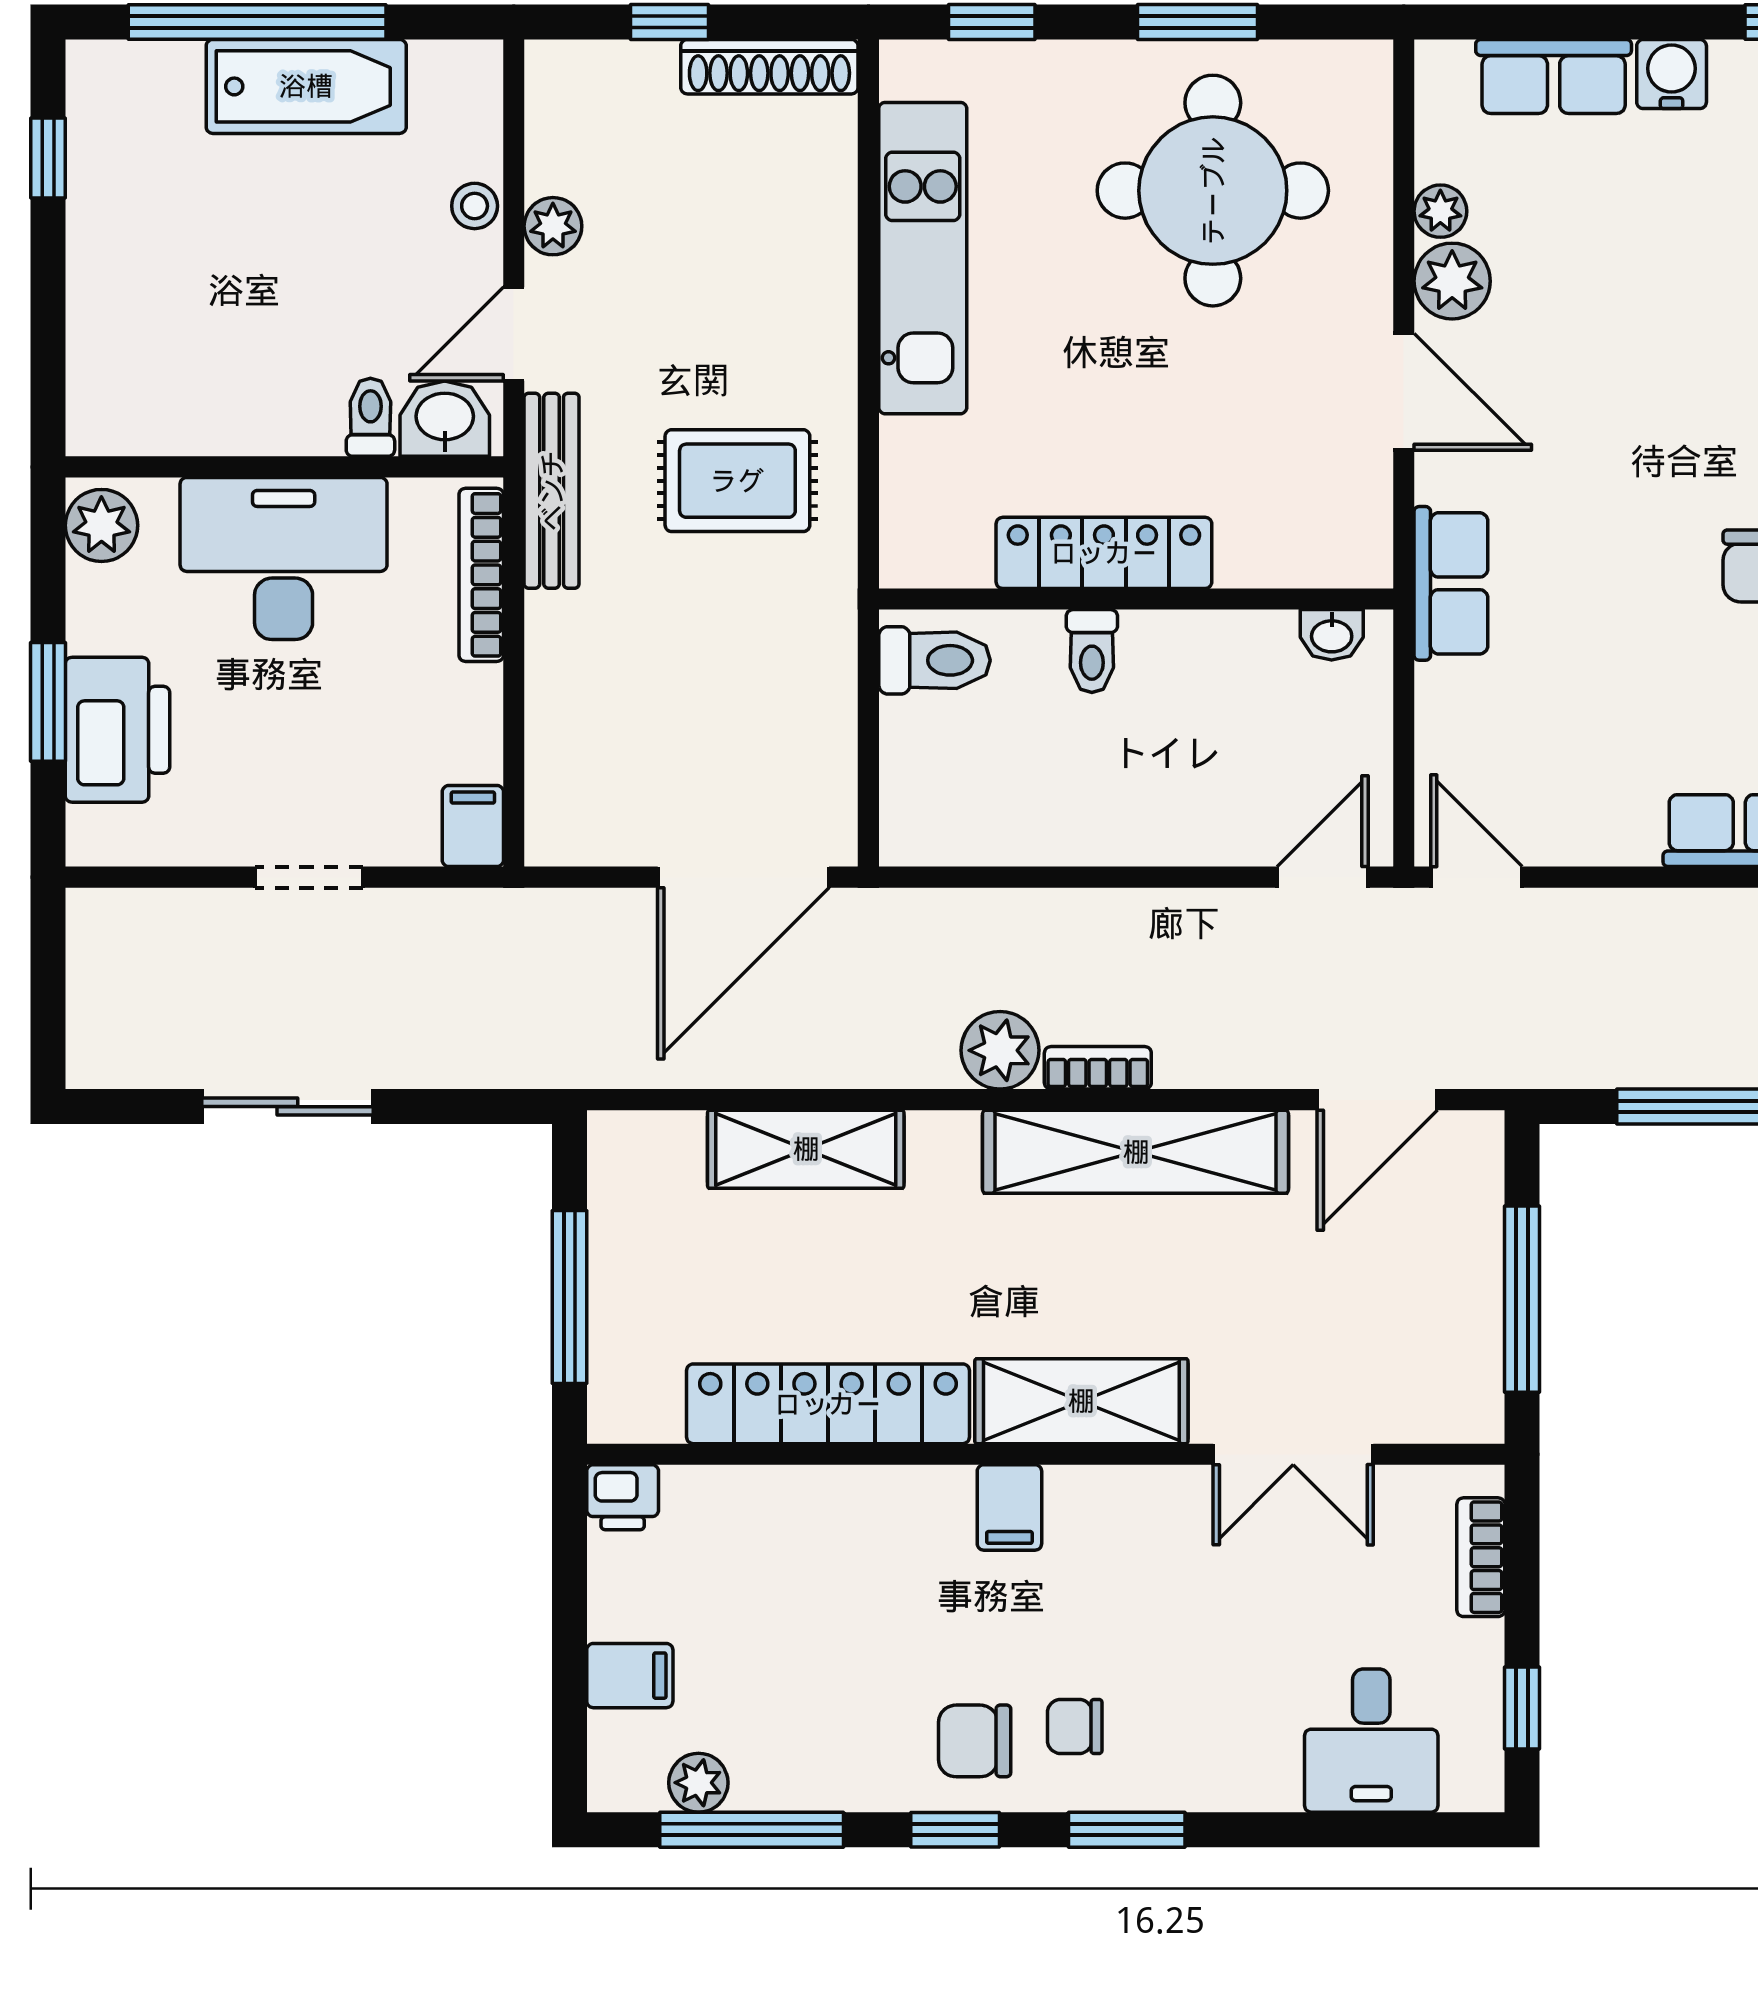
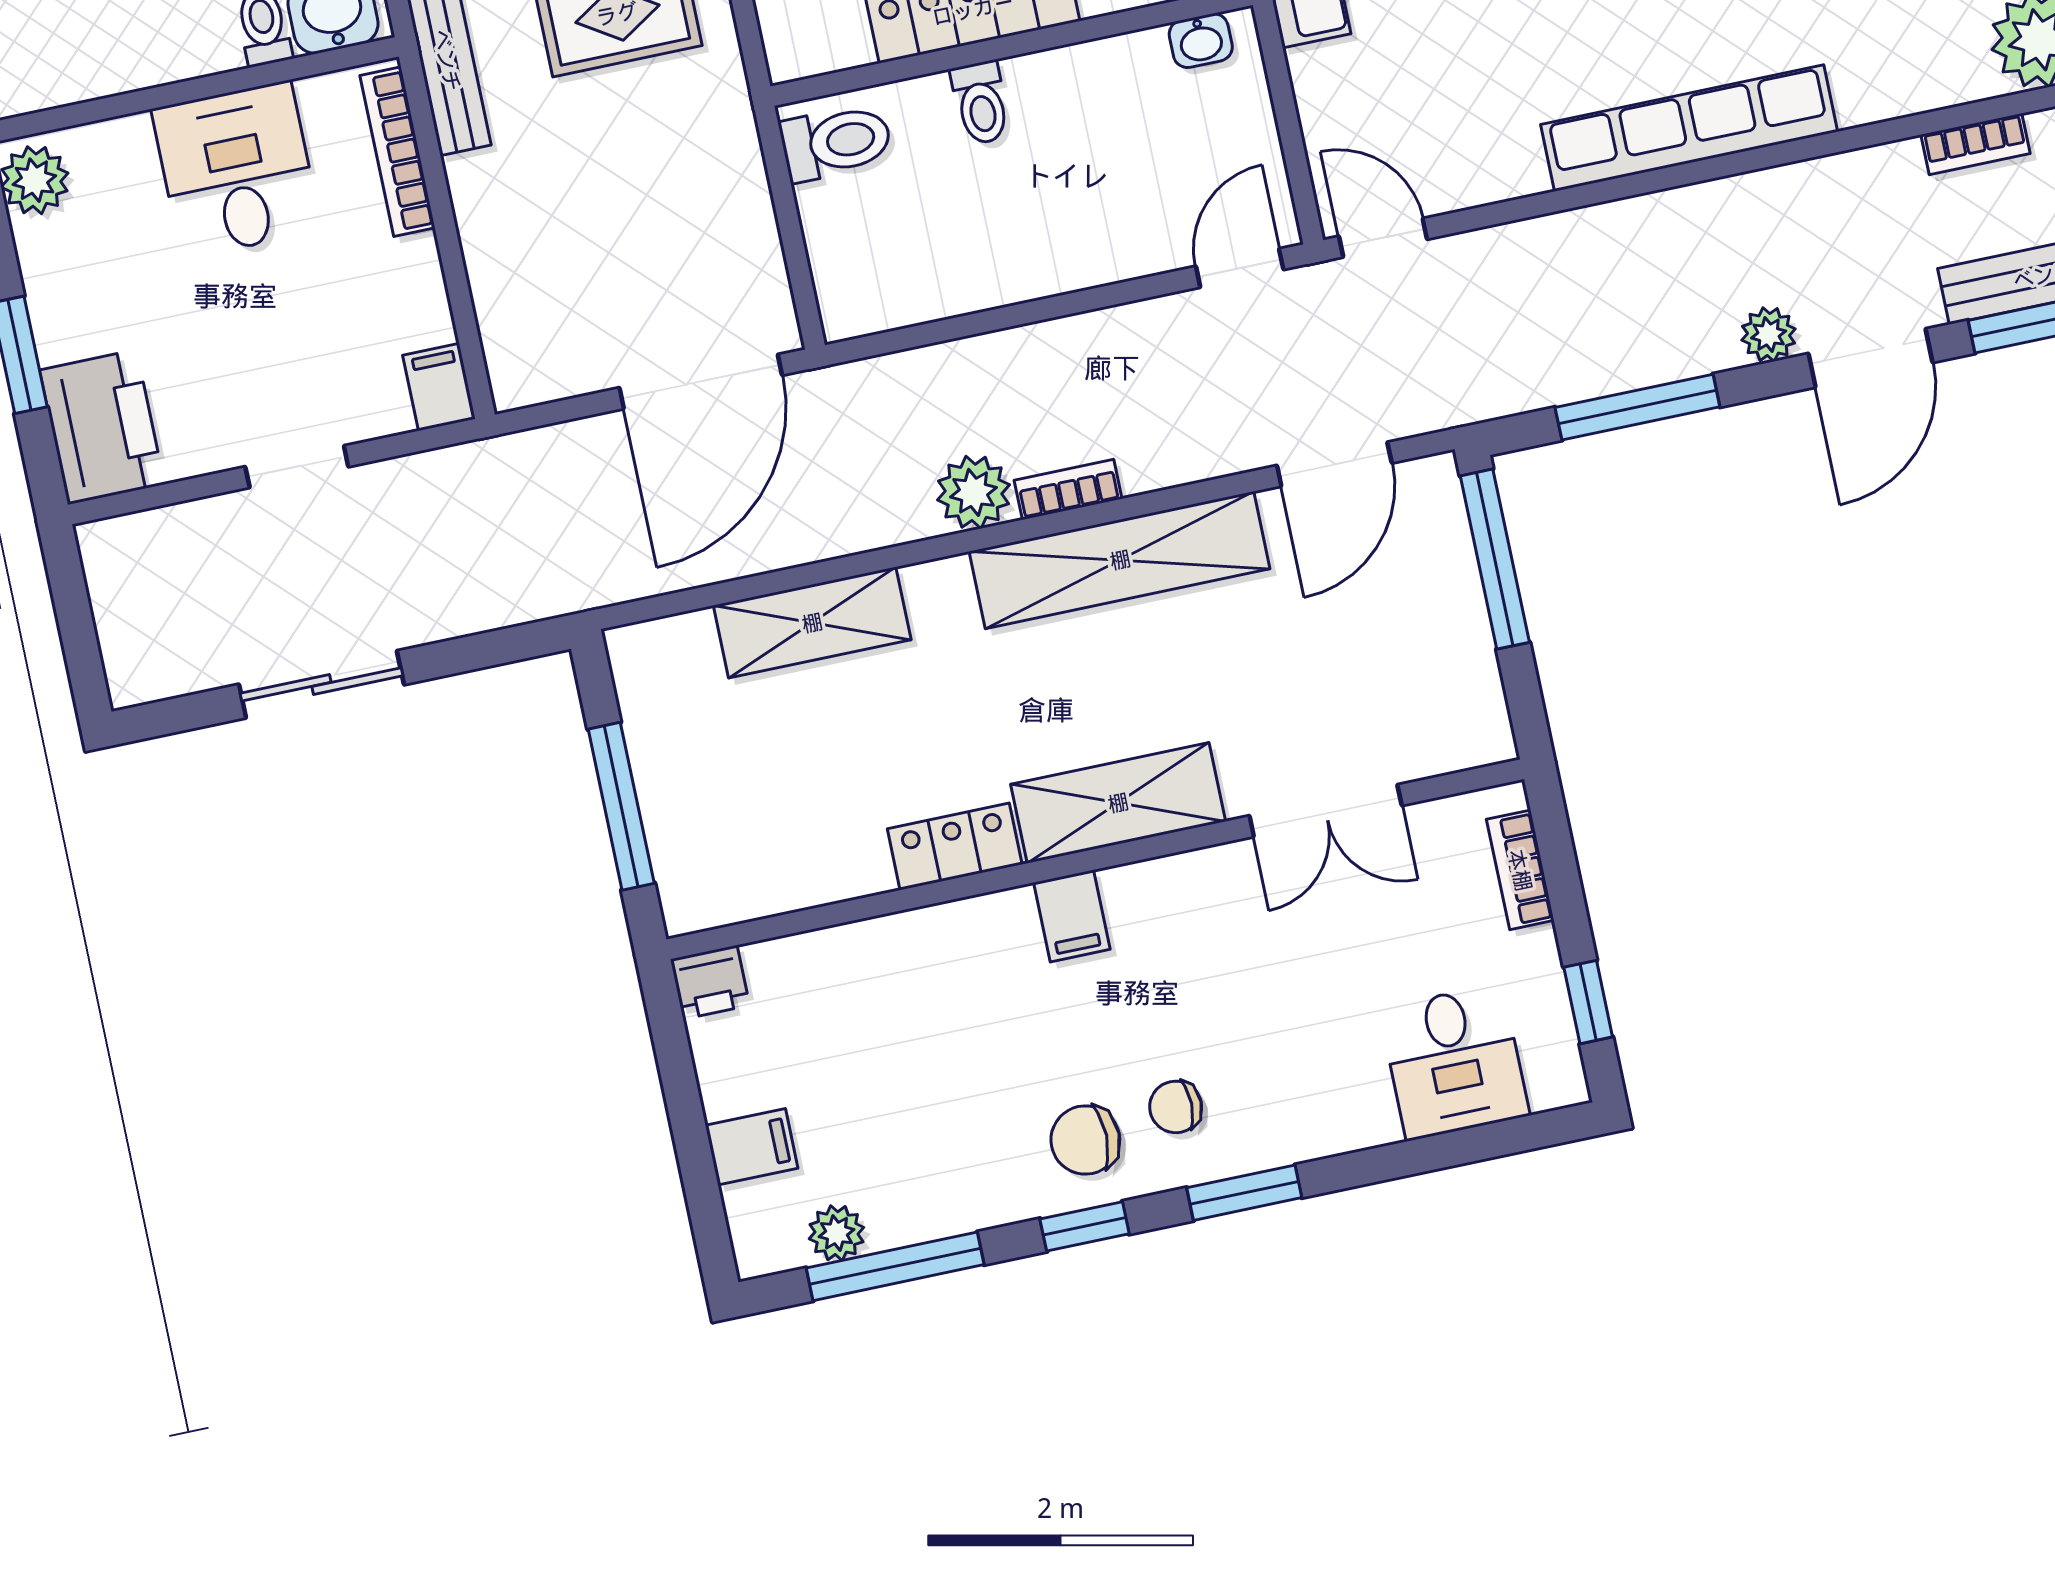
desk: (284, 559) -> (236, 170), width x0.73
printer: (117, 730) -> (102, 427), moved
window: (1522, 1299) -> (1495, 559), moved
locker: (828, 1404) -> (955, 847), width x0.46, depth x0.83

